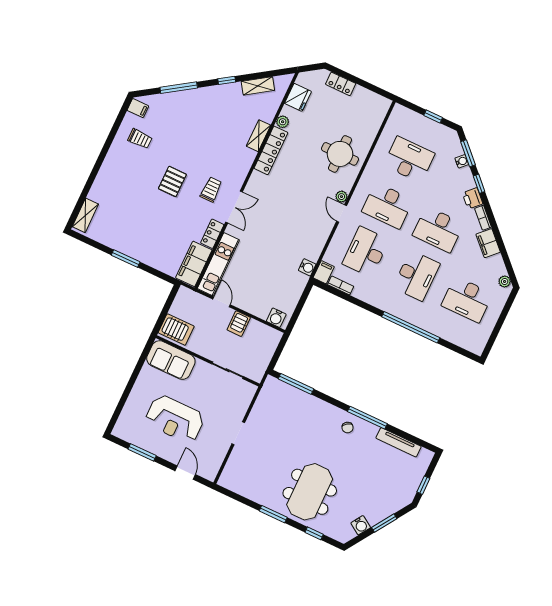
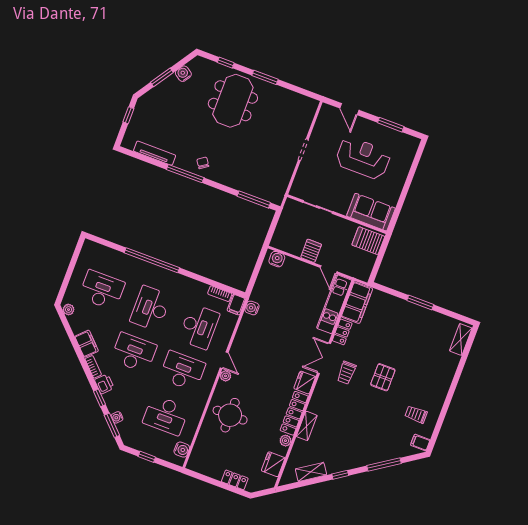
water cooler: (395, 121) -> (182, 450), added
fridge: (257, 183) -> (305, 383), added

